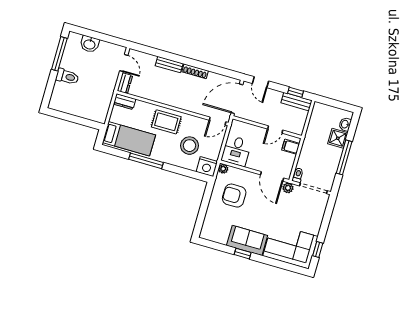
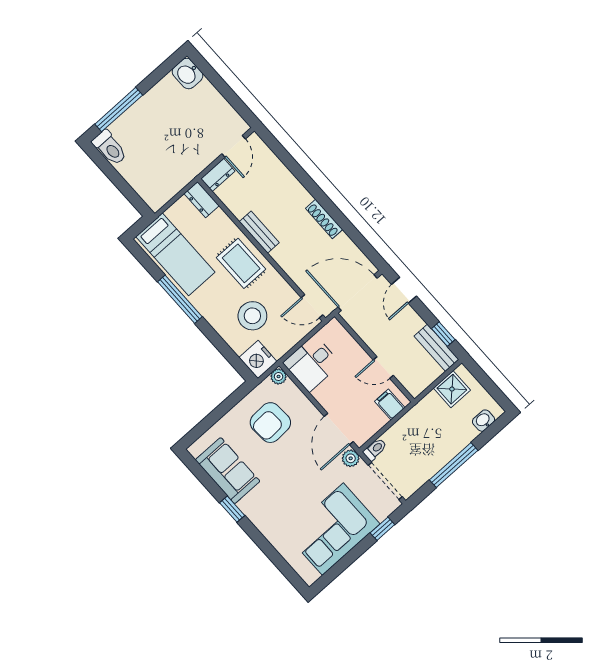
washbasin: (90, 44) -> (188, 74), moved
window: (59, 54) -> (119, 110), moved
bench: (169, 65) -> (259, 232), moved
toilet: (67, 77) -> (110, 148), moved
shower: (338, 138) -> (452, 389), moved
armchair: (234, 196) -> (270, 423), turned -93
sofa: (247, 240) -> (228, 471), moved
corner sofa: (290, 246) -> (333, 529), moved, turned -90
window: (318, 250) -> (382, 529), moved

